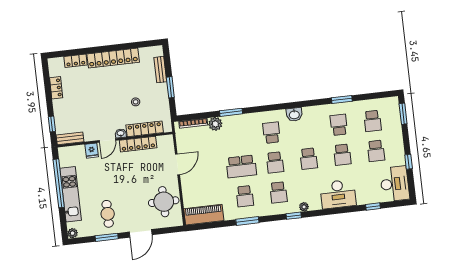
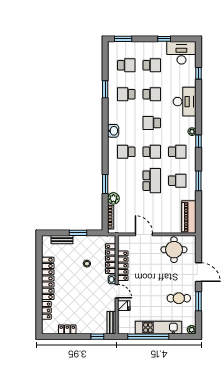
school desk: (309, 159) -> (152, 123), turned 180

